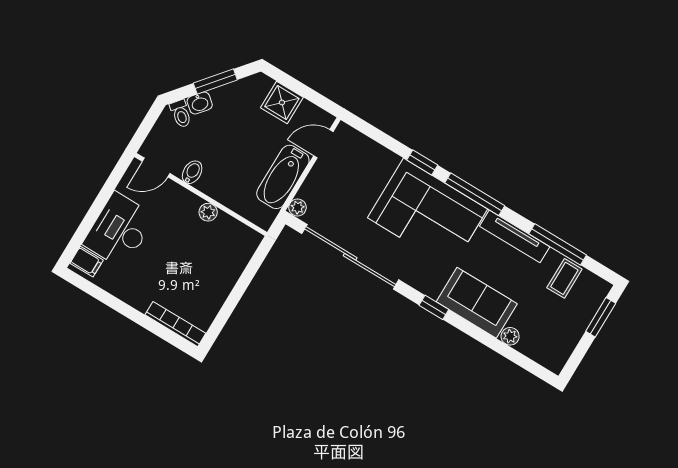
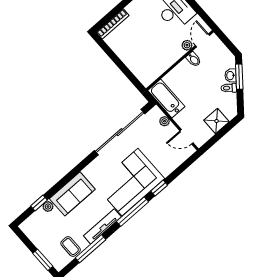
window: (215, 81) -> (239, 77), moved
toilet: (181, 114) -> (229, 88), moved
door: (323, 144) -> (187, 137), swing flipped
bathtub: (283, 177) -> (166, 99), moved
plant: (298, 207) -> (164, 121), moved
plant: (208, 212) -> (187, 45), moved
window: (434, 307) -> (39, 203), moved

